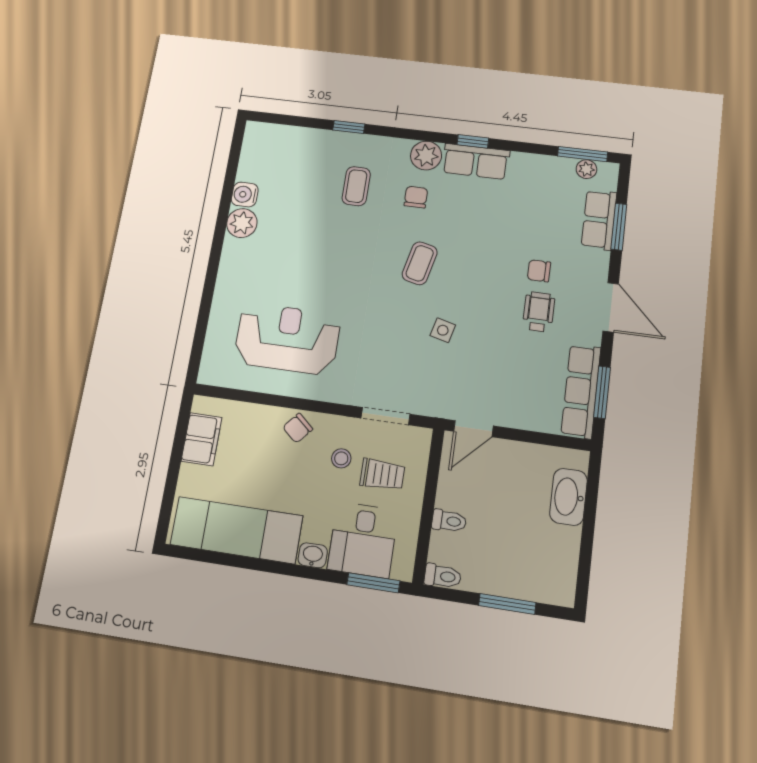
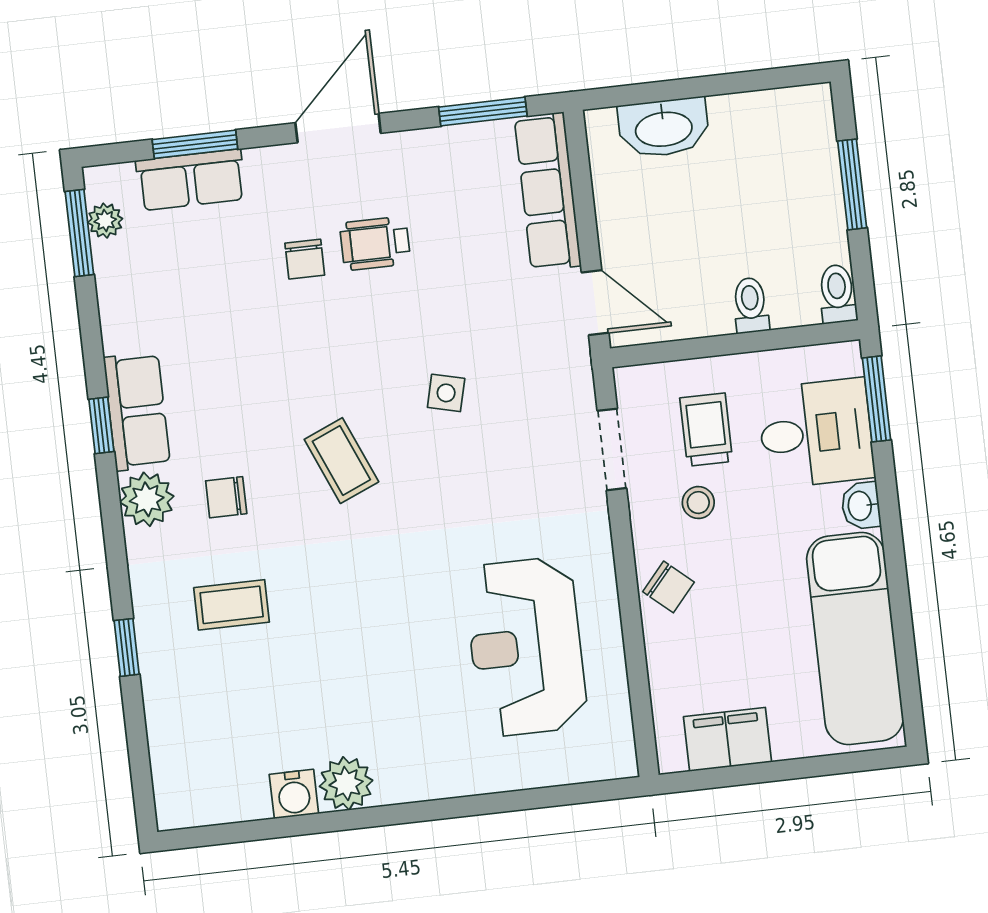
coffee table: (420, 263) -> (341, 461), turned 54
row of seats: (581, 391) -> (548, 192), moved, turned 90

